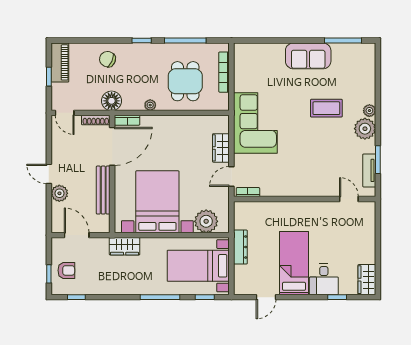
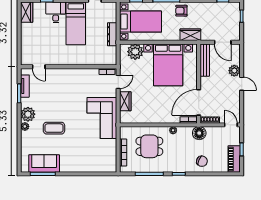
sofa: (308, 56) -> (44, 163), moved
dining table: (185, 81) -> (149, 146), turned 90
bench: (103, 190) -> (205, 60), moved
armchair: (66, 270) -> (181, 11), moved

